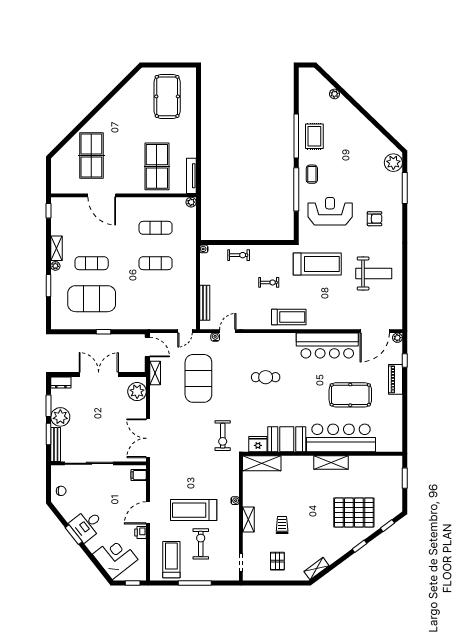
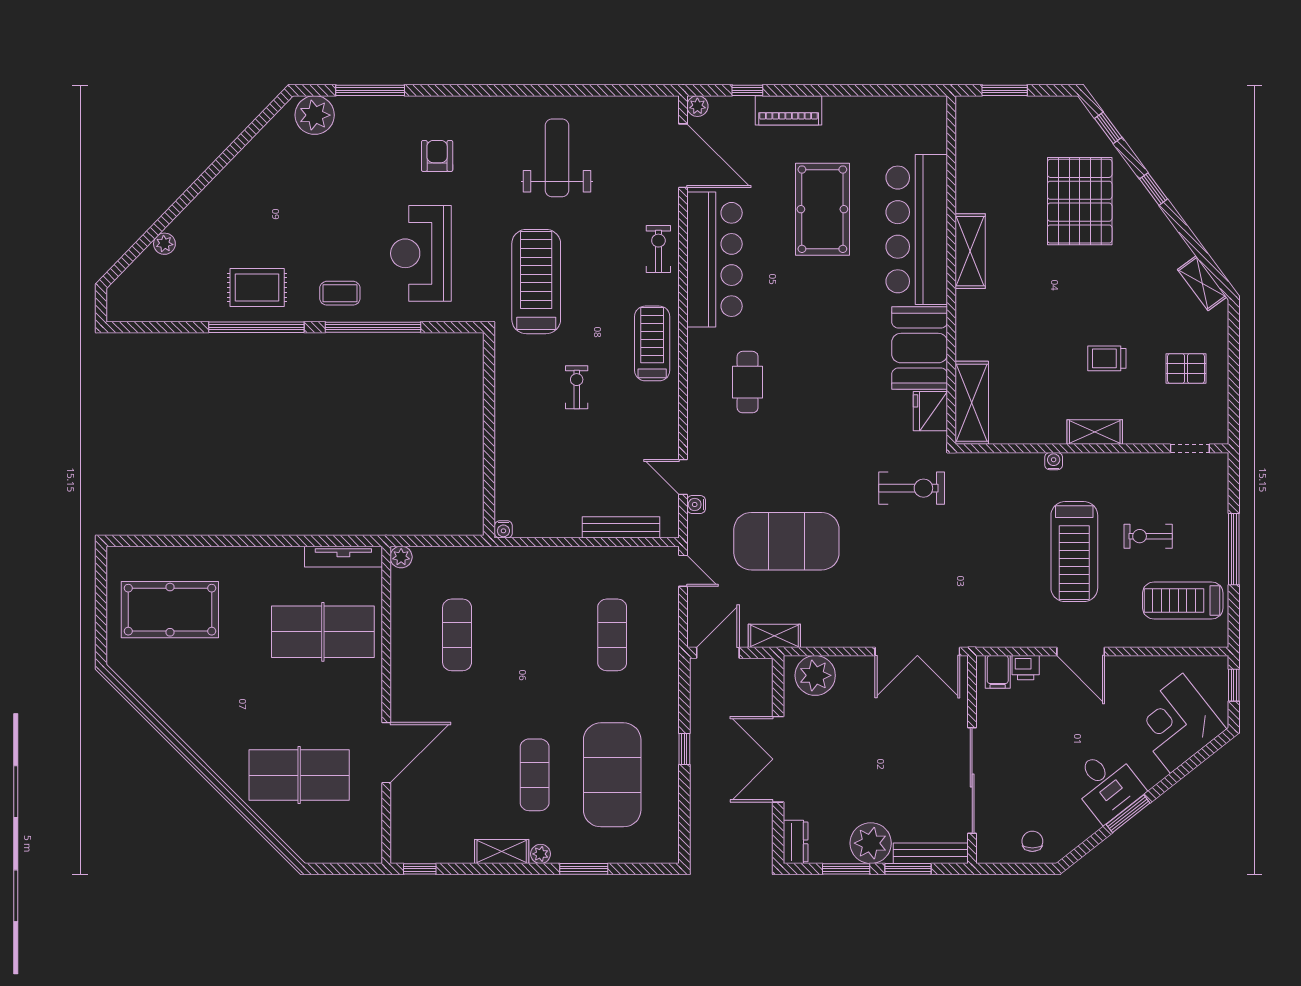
exercise bike: (239, 255) -> (658, 249), moved
exercise mat: (156, 263) -> (612, 635), moved
cafe table: (266, 377) -> (748, 382), moved
printer: (141, 532) -> (1026, 668), moved
exercise bike: (201, 544) -> (1148, 536), width x0.73, depth x0.72

